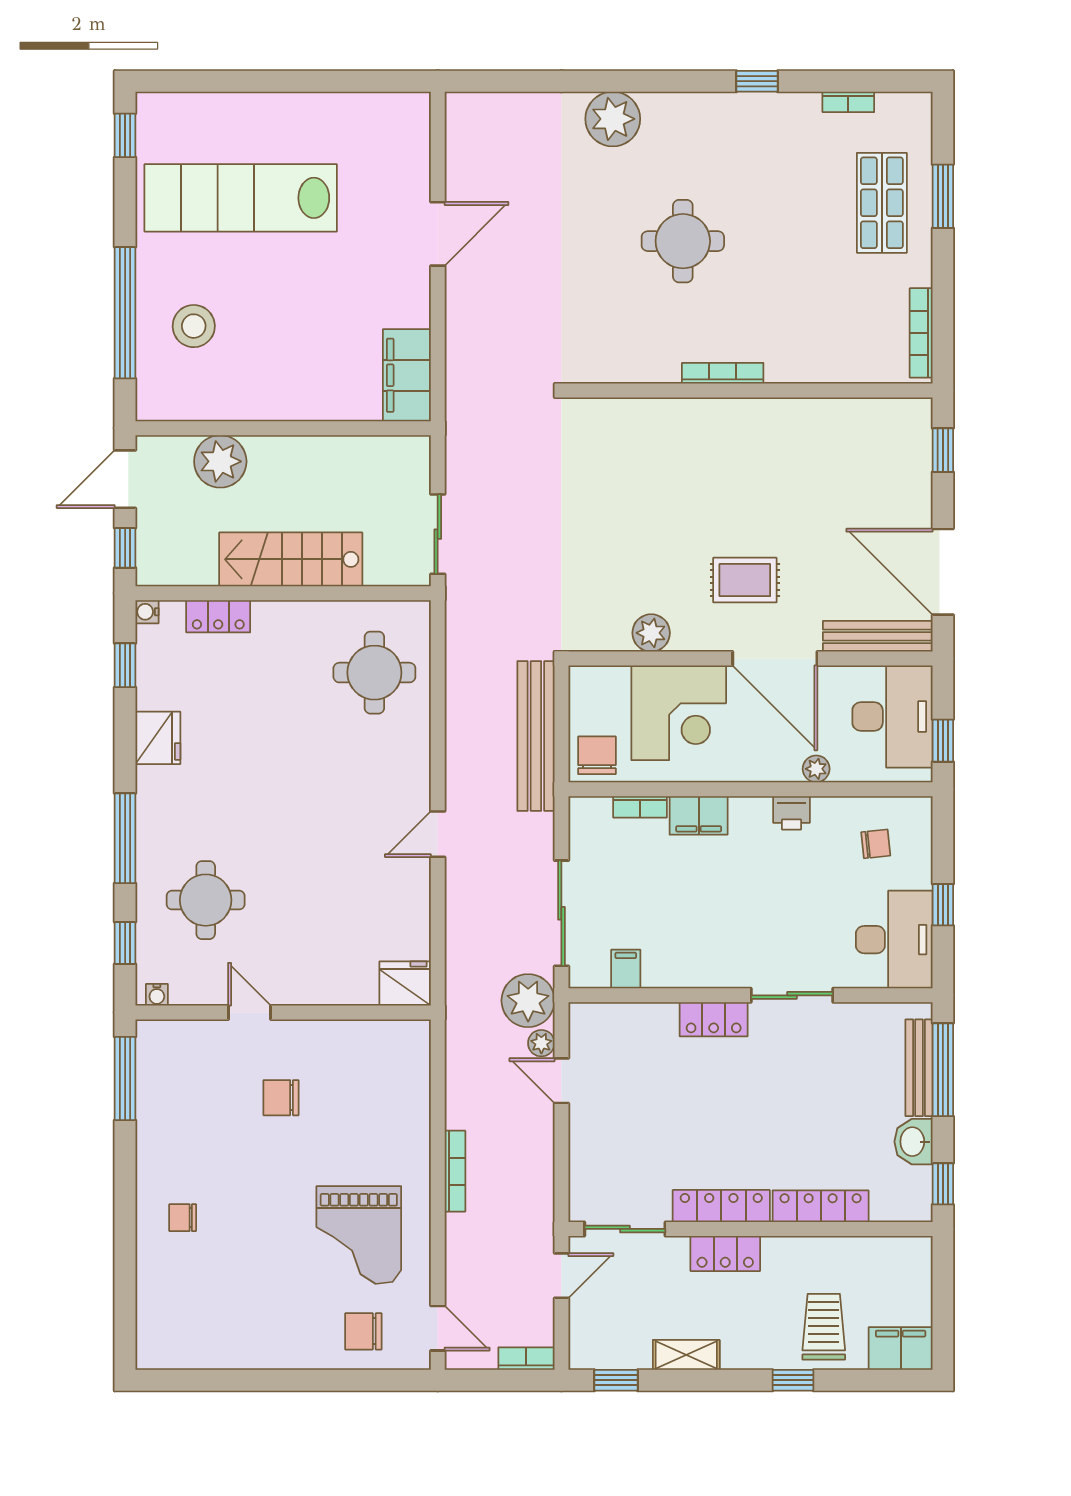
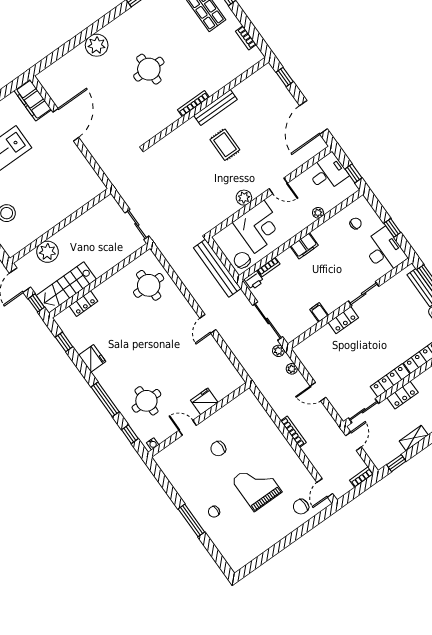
door: (438, 234) -> (66, 125), width x1.36
bookcase: (921, 333) -> (246, 38), width x0.64
filing cabinet: (407, 375) -> (33, 100), moved
stairs: (291, 559) -> (66, 287), moved
door: (943, 572) -> (313, 117), hinge flipped
rug: (745, 580) -> (225, 145), moved, turned 90
water cooler: (147, 612) -> (59, 319), removed
plant: (651, 633) -> (244, 198), moved
bench: (878, 636) -> (215, 108), moved
door: (775, 659) -> (278, 186), width x0.53
desk: (892, 717) -> (328, 173), width x0.73
printer: (792, 813) -> (254, 280), moved
filing cabinet: (699, 815) -> (304, 246), moved
filing cabinet: (626, 969) -> (319, 312), moved
fridge: (405, 983) -> (204, 401), moved
plant: (528, 1001) -> (278, 351), width x0.53, depth x0.53
window: (125, 1079) -> (191, 520), moved
door: (561, 1081) -> (318, 392), moved
grand piano: (359, 1235) -> (257, 486), moved, turned 180
door: (438, 1328) -> (325, 488), swing flipped

